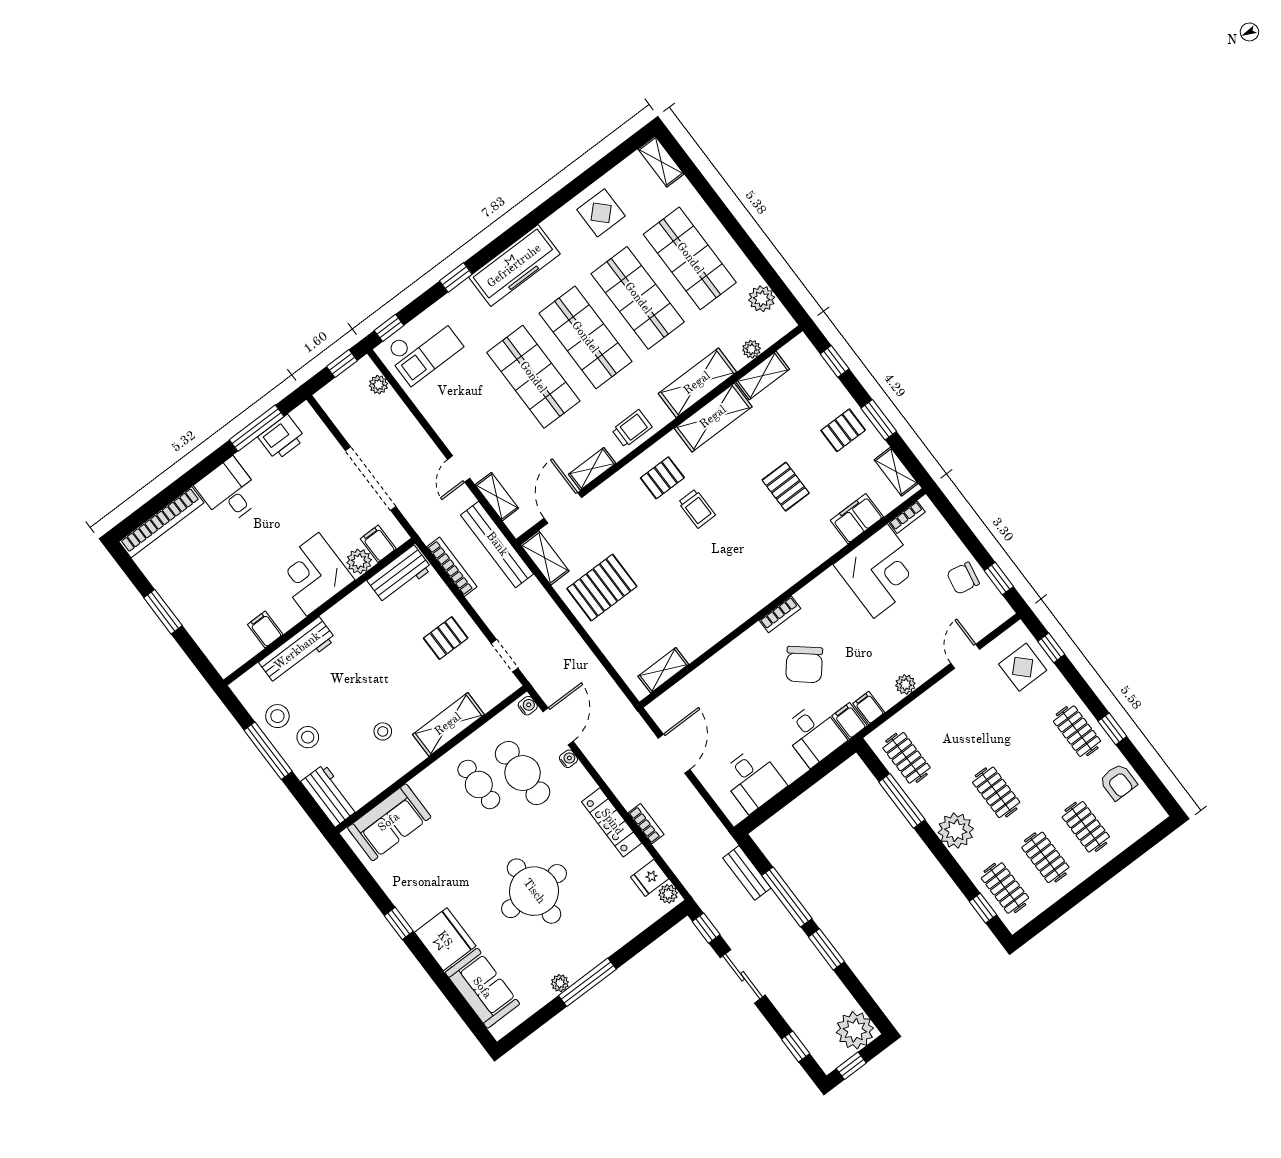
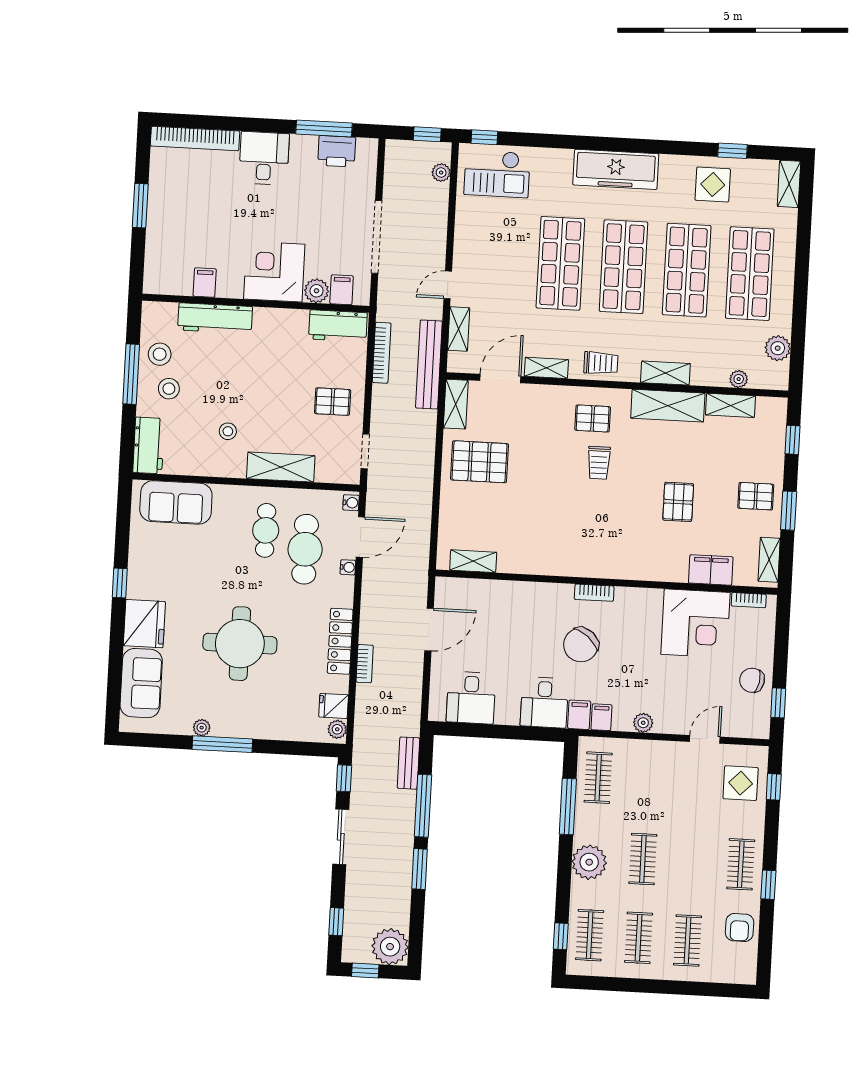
window: (456, 277) -> (733, 151), moved
shelving: (697, 383) -> (665, 373), width x0.67, depth x0.75

